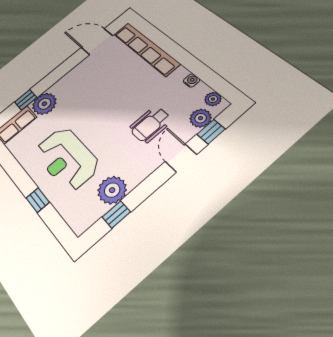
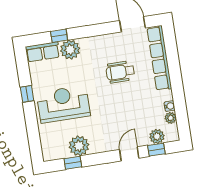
plant: (213, 99) -> (171, 118), moved
wheelchair: (150, 125) -> (120, 72), moved
reception desk: (67, 158) -> (63, 104), turned 90
window: (38, 200) -> (27, 94), moved

